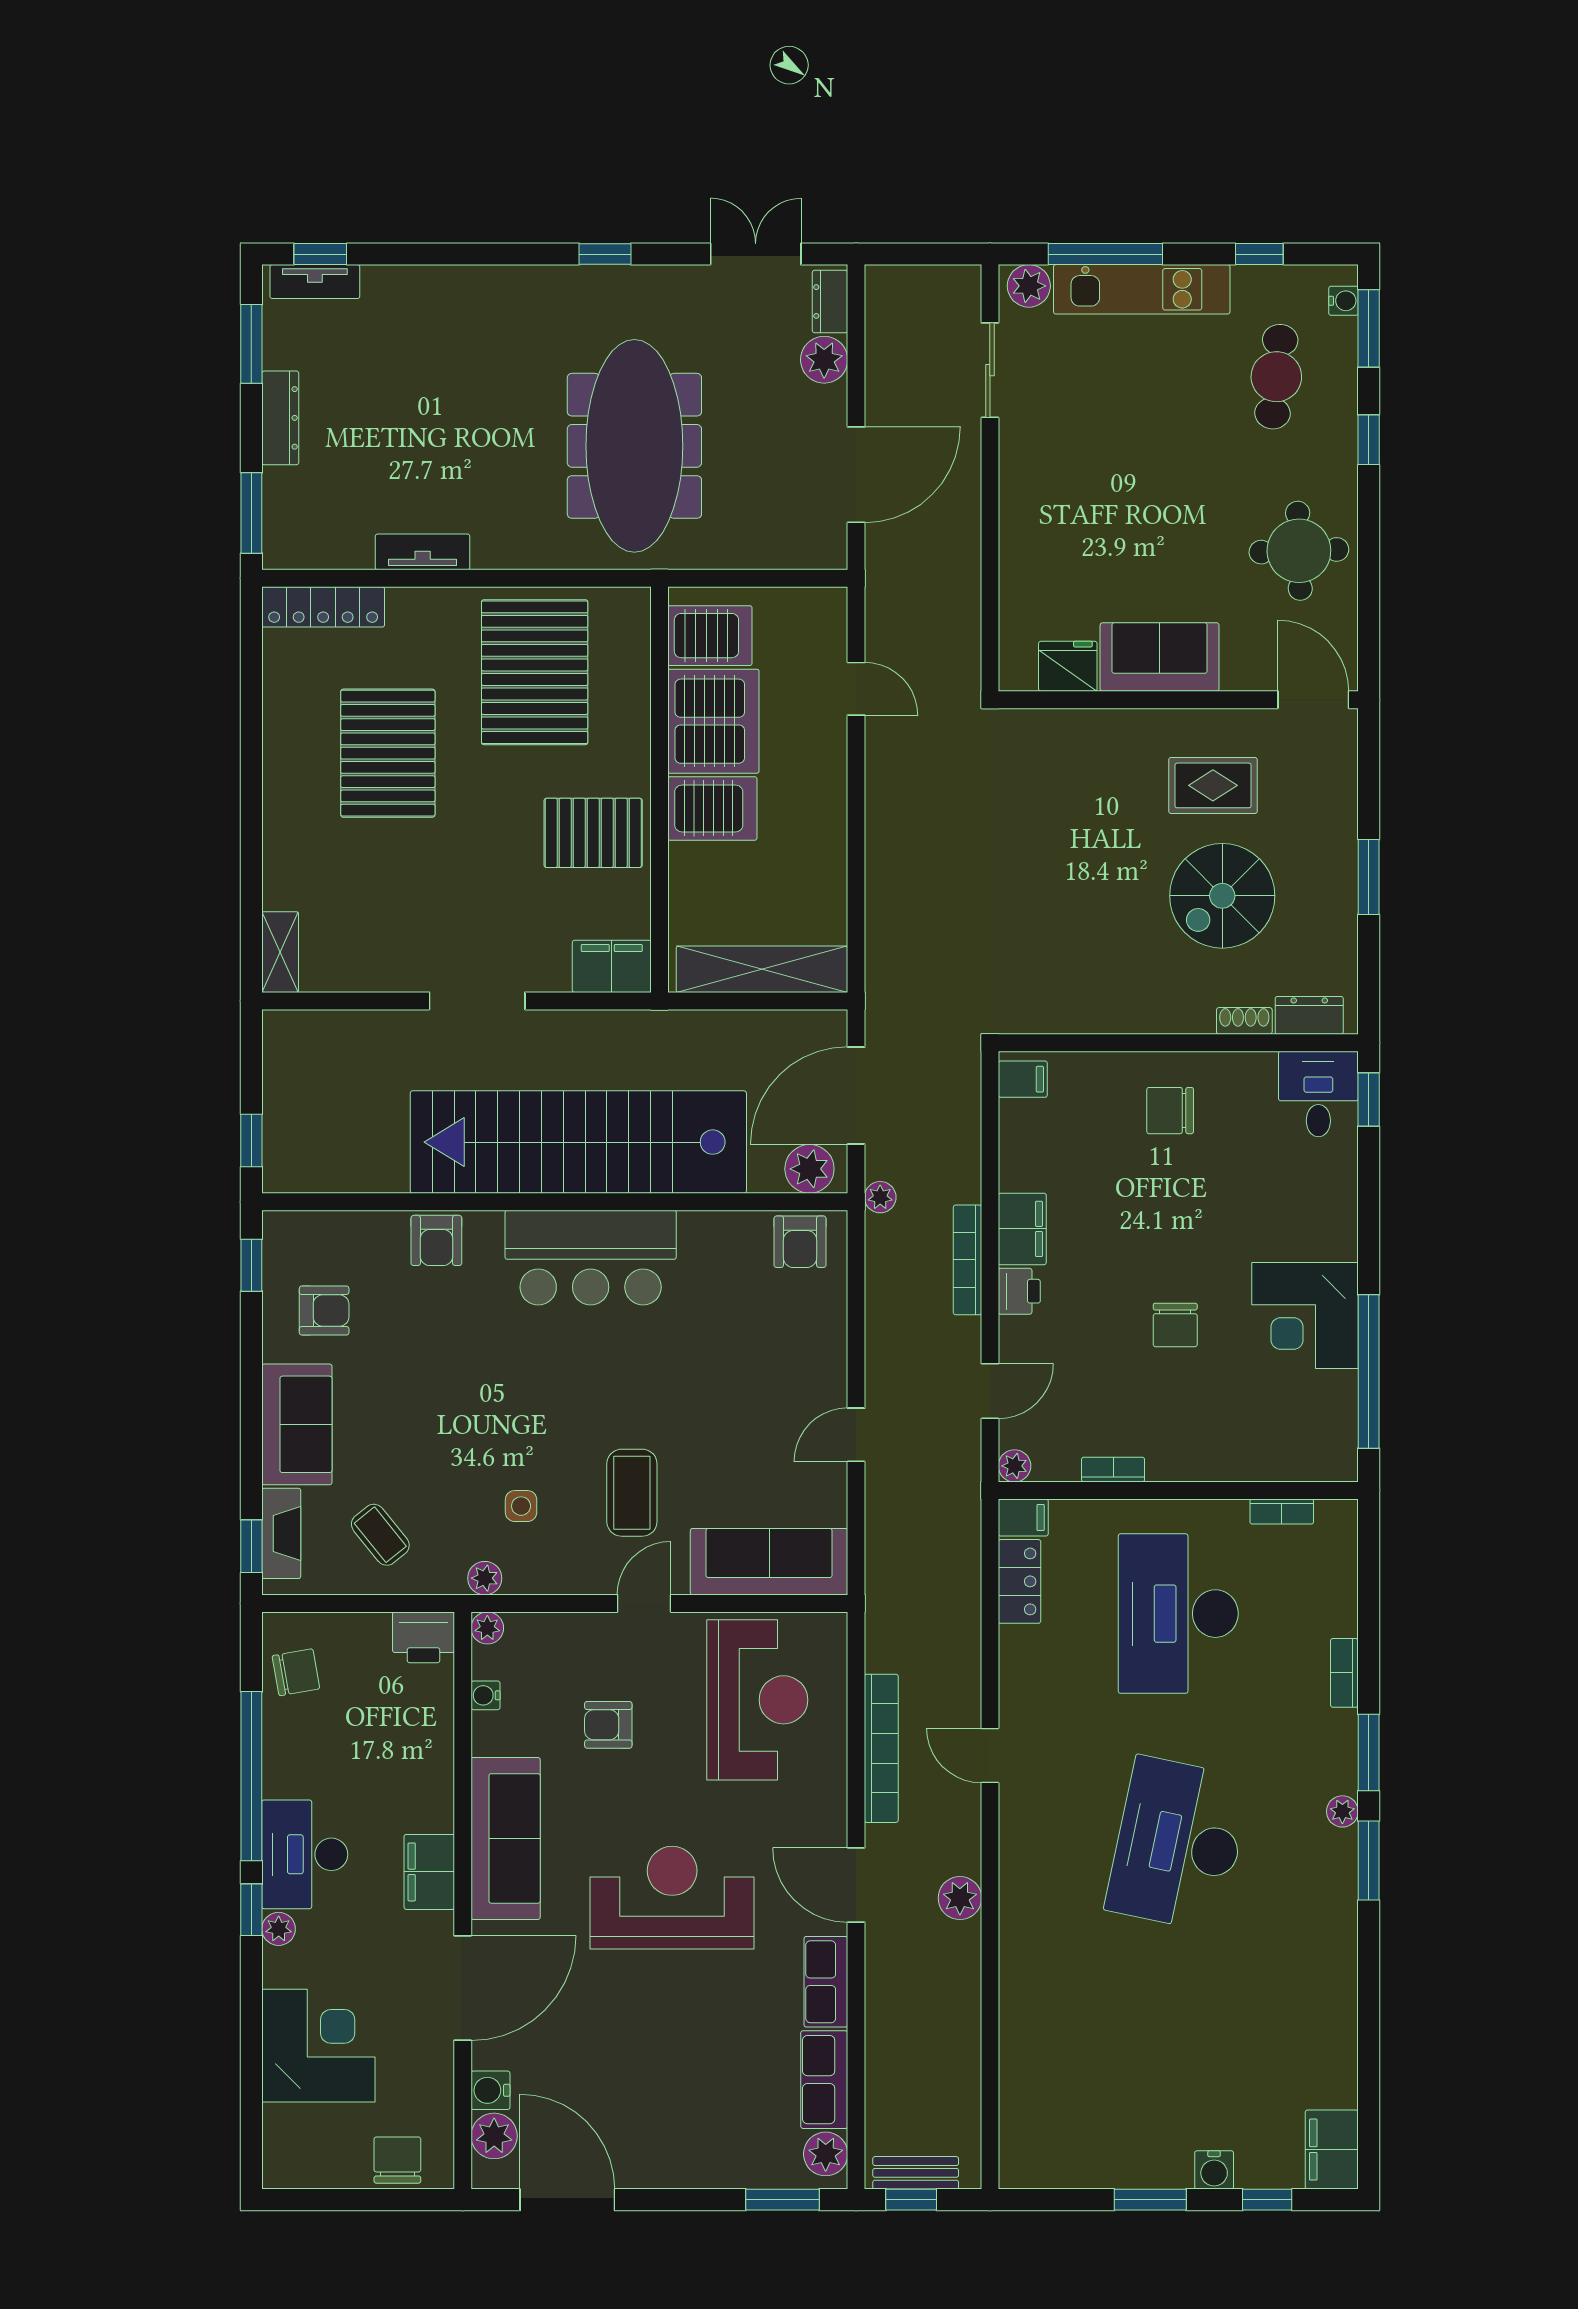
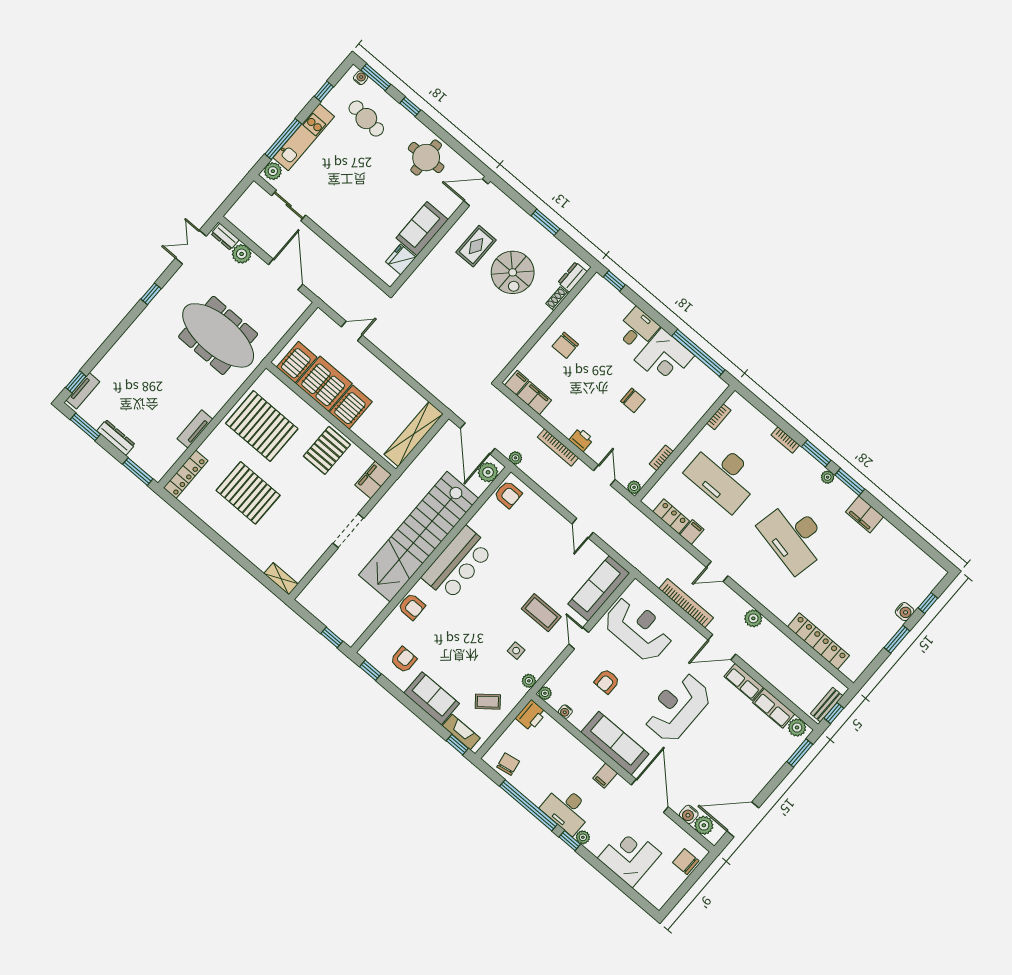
desk: (1318, 1094) -> (637, 329), moved, turned 90
filing cabinet: (1022, 1229) -> (534, 398), moved
filing cabinet: (1023, 1517) -> (692, 532), moved
filing cabinet: (429, 1872) -> (605, 776), width x0.50
locker: (1021, 2056) -> (818, 641), added
filing cabinet: (1332, 2150) -> (864, 514), moved

